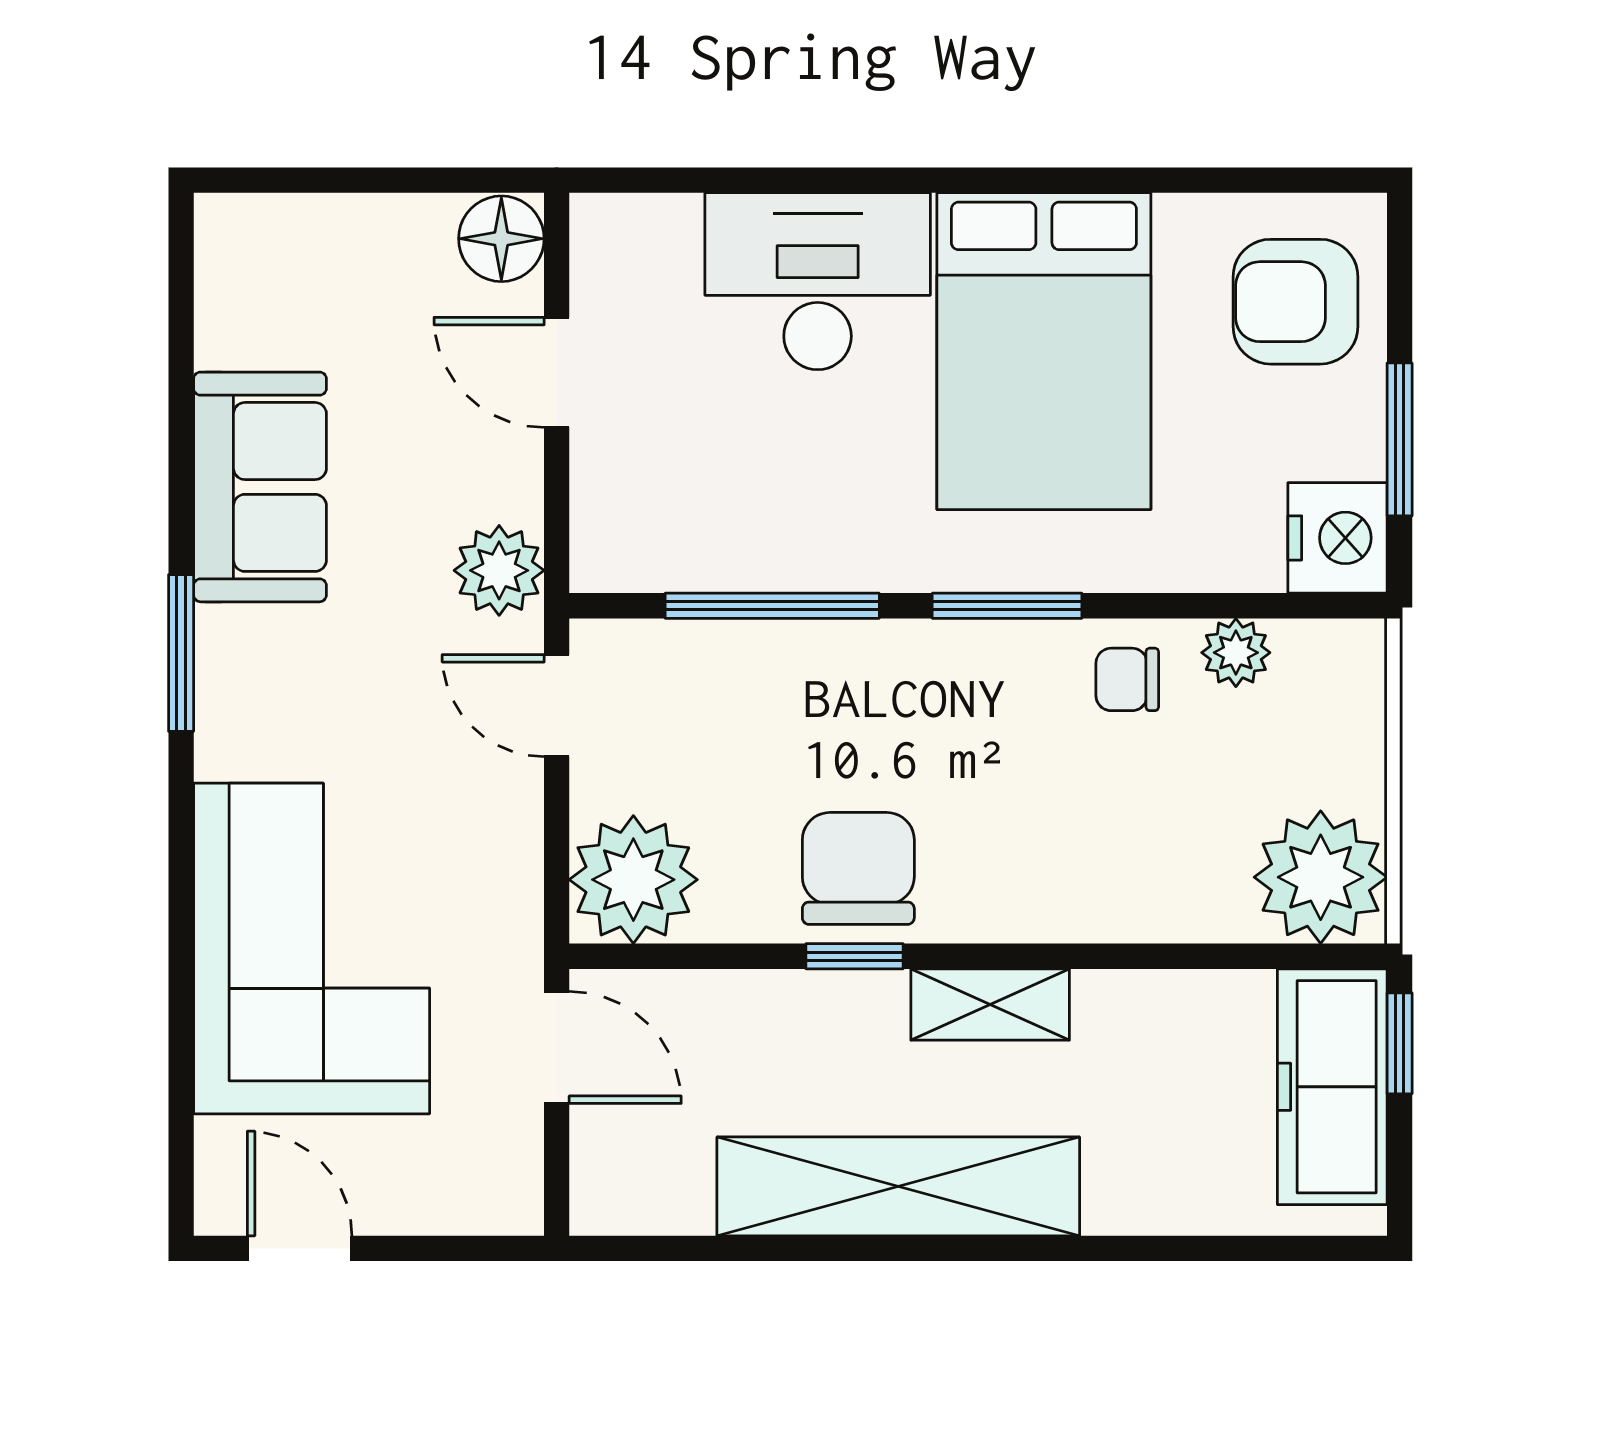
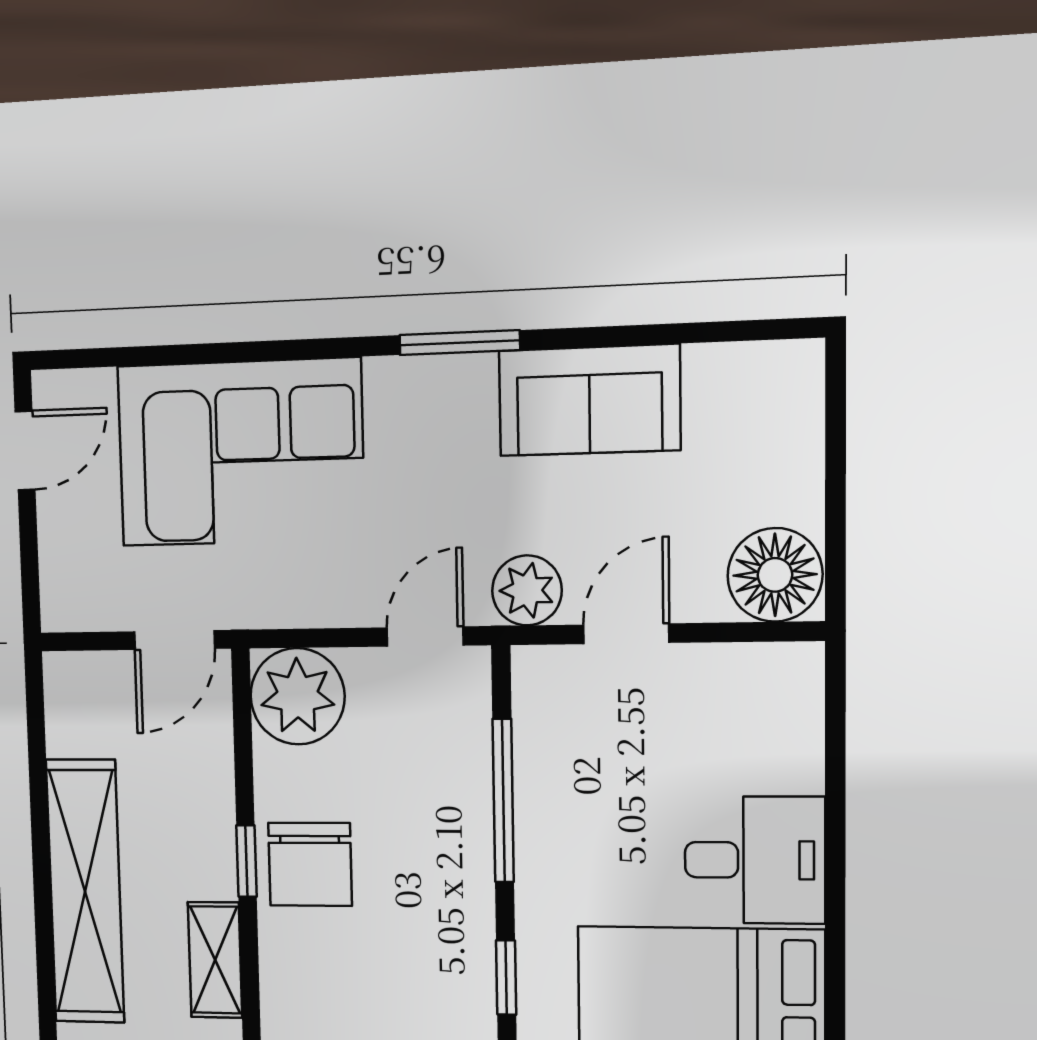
floor lamp: (501, 239) -> (775, 575), width x1.38, depth x1.38
desk: (818, 281) -> (755, 860), width x0.73
door: (557, 372) -> (626, 634), moved
window: (1007, 606) -> (506, 978), width x0.67
chair: (858, 868) -> (310, 864), turned 90

